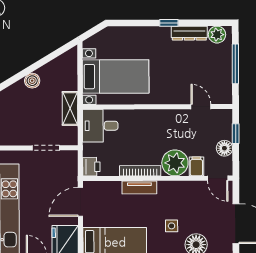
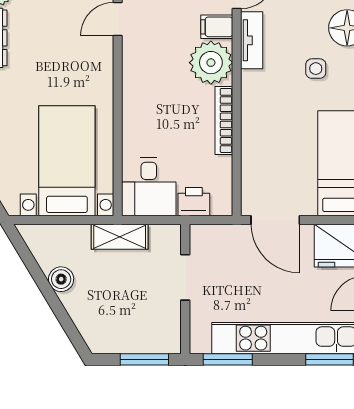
boiler: (32, 81) -> (61, 279), moved
printer: (91, 167) -> (194, 202), moved
tv unit: (139, 187) -> (252, 40), moved

